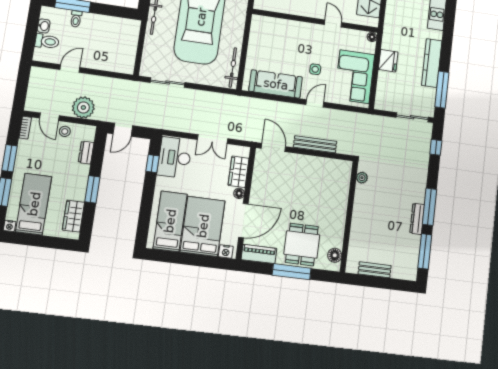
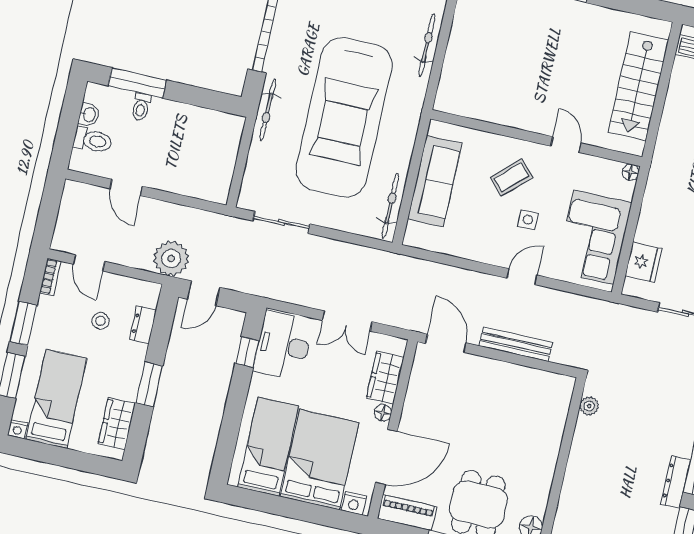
coffee table: (303, 45) -> (511, 177), added
fridge: (388, 61) -> (643, 262), moved
door: (70, 69) -> (126, 187), swing flipped
sofa: (276, 84) -> (435, 181), moved, turned 90
plant: (83, 108) -> (171, 259), moved
stool: (65, 131) -> (101, 321), moved

